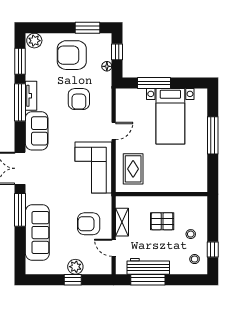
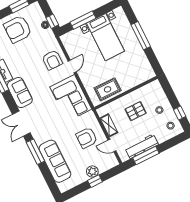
window: (117, 52) -> (52, 21), moved
armchair: (79, 99) -> (52, 60), moved
rug: (133, 169) -> (108, 89), moved, turned 90

